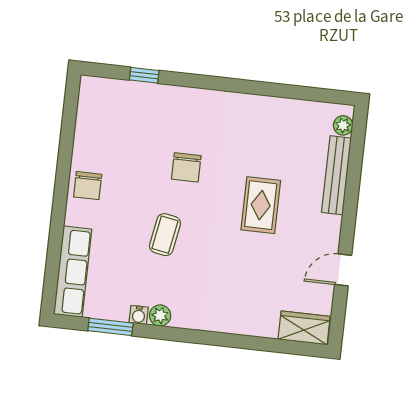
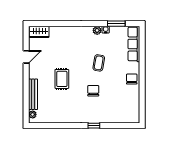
window: (144, 75) -> (94, 126), moved

